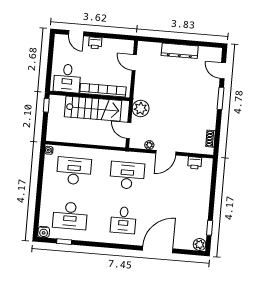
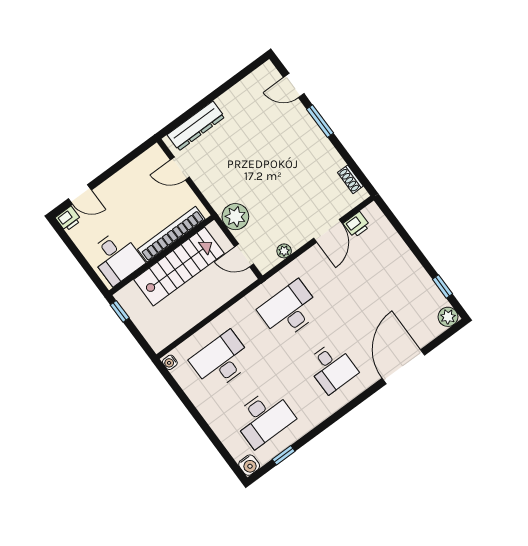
printer: (95, 43) -> (68, 219), moved
dresser: (180, 51) -> (196, 126), moved
door: (166, 153) -> (328, 231), moved

